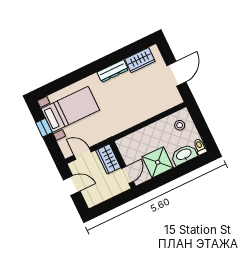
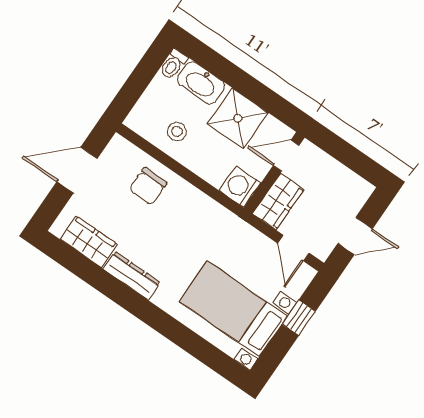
chair: (150, 102) -> (148, 186), added
stool: (180, 125) -> (177, 131), moved
window: (44, 128) -> (299, 318), moved
washing machine: (125, 145) -> (240, 187), added
door: (72, 185) -> (355, 236), swing flipped

